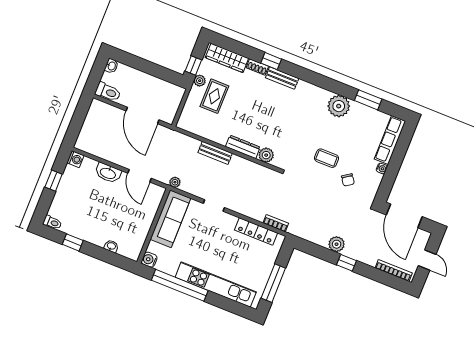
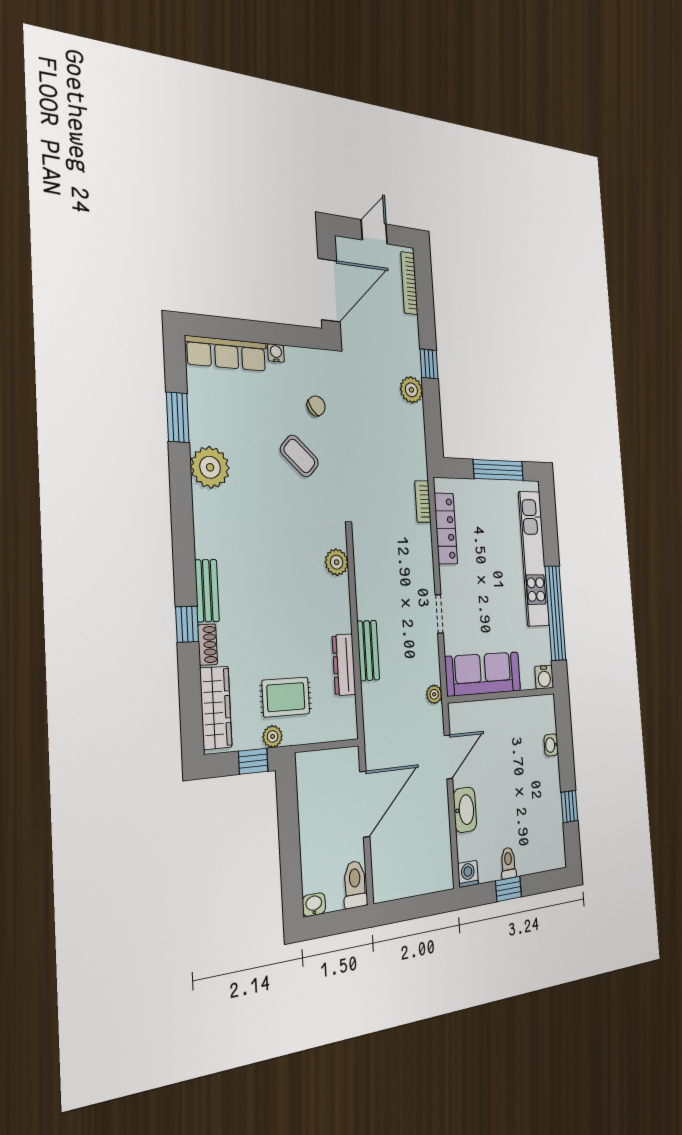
dresser: (243, 147) -> (344, 665), moved
coffee table: (326, 158) -> (299, 456), turned -47
toilet: (52, 222) -> (508, 863), moved

